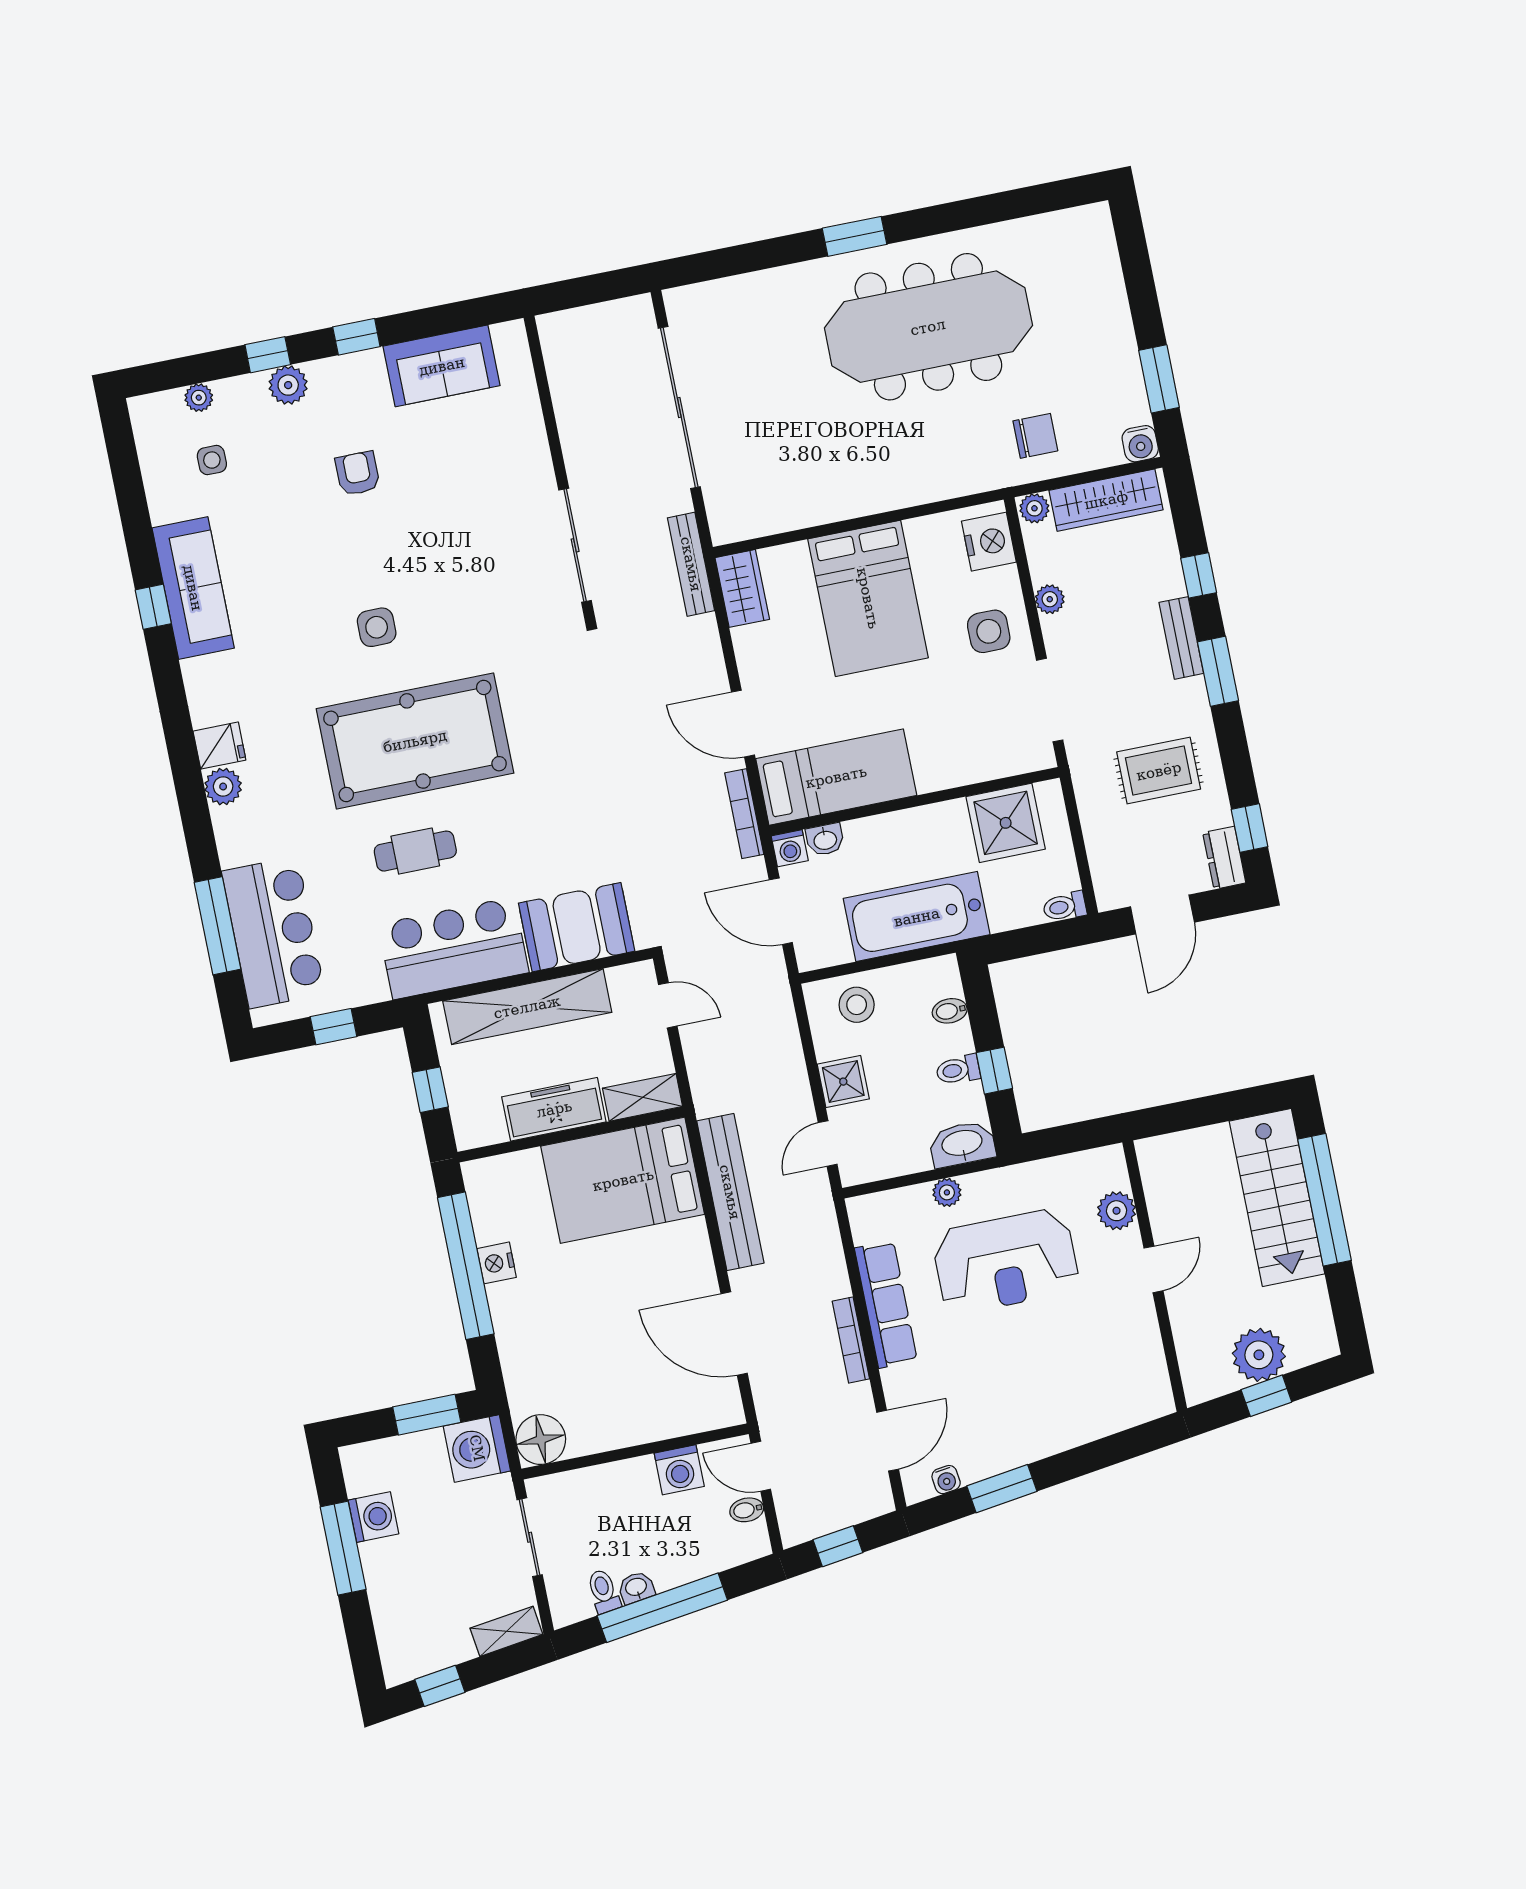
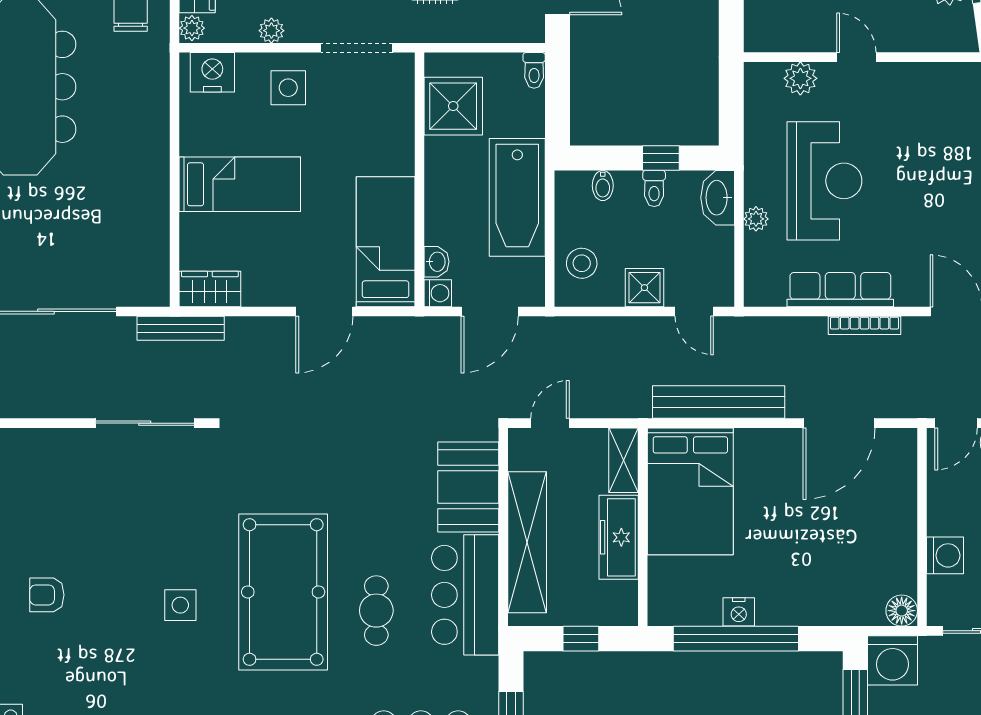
bed: (868, 598) -> (240, 184), width x0.67
bookcase: (744, 814) -> (401, 326), removed
floor lamp: (541, 1440) -> (902, 611), width x0.73, depth x0.73
washing machine: (679, 1470) -> (945, 555), moved

